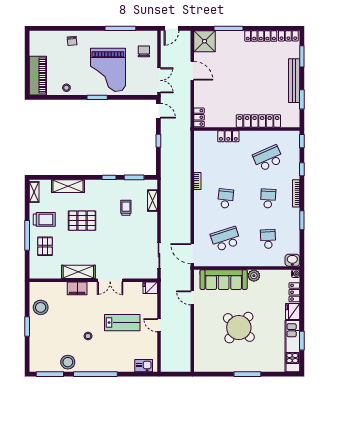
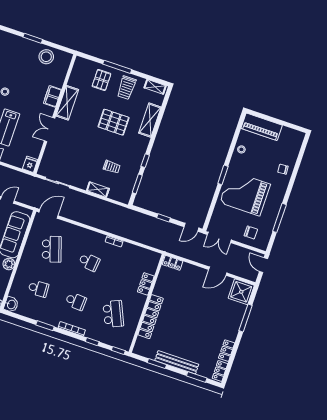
locker: (261, 36) -> (227, 351), width x0.66
shelving: (152, 201) -> (98, 190), moved
pallet: (82, 221) -> (114, 122), turned 90
pallet: (45, 246) -> (101, 80), turned 90

